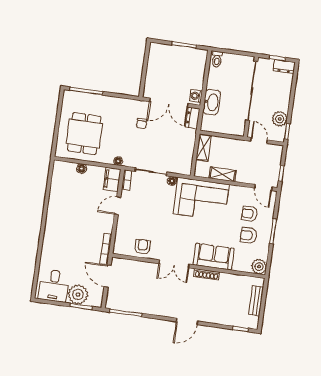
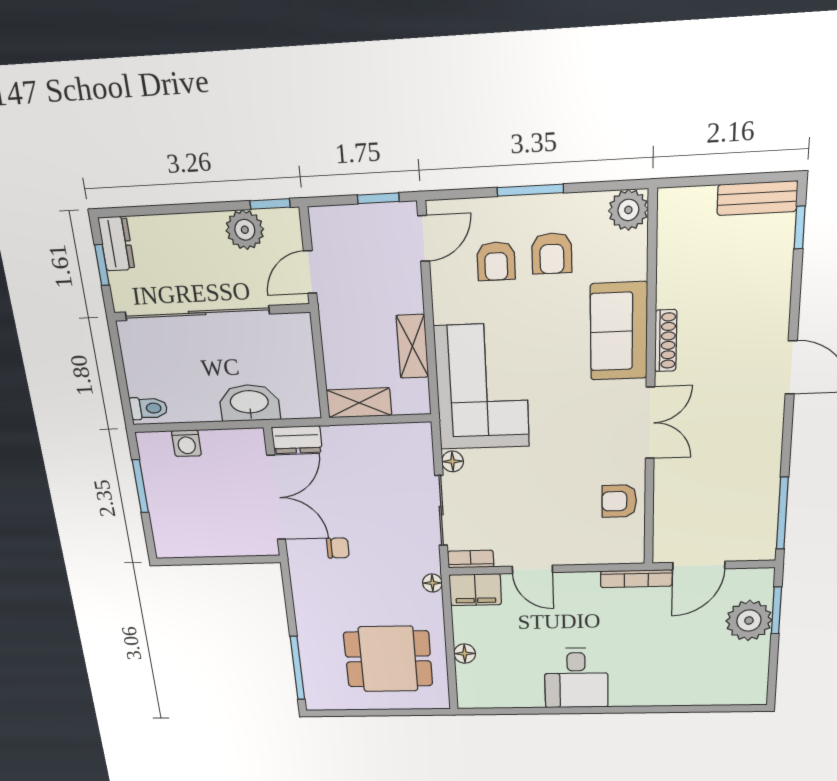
washing machine: (196, 96) -> (186, 443), moved
desk: (54, 286) -> (576, 678), moved, turned 90
bench: (256, 301) -> (757, 198), moved

